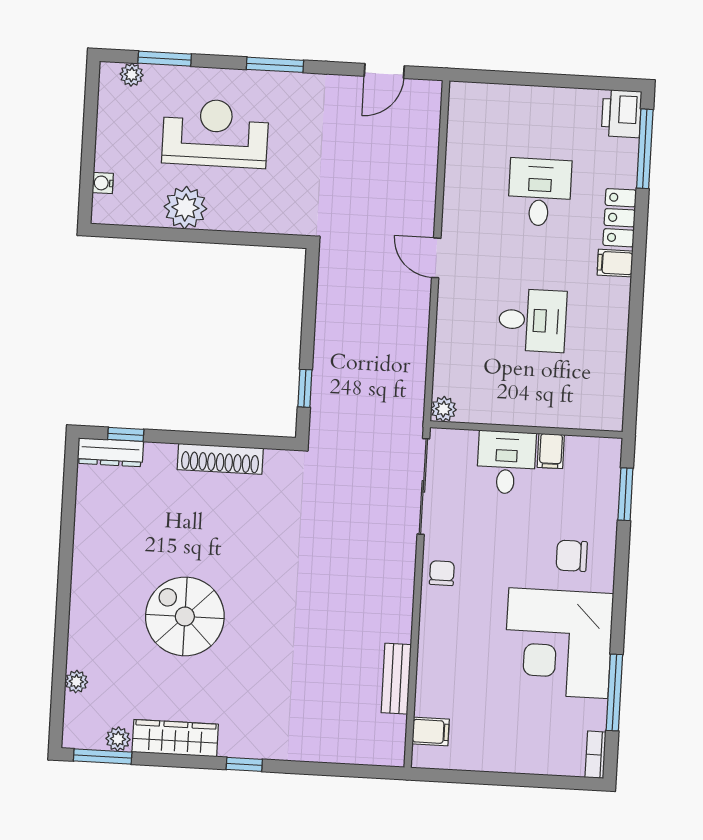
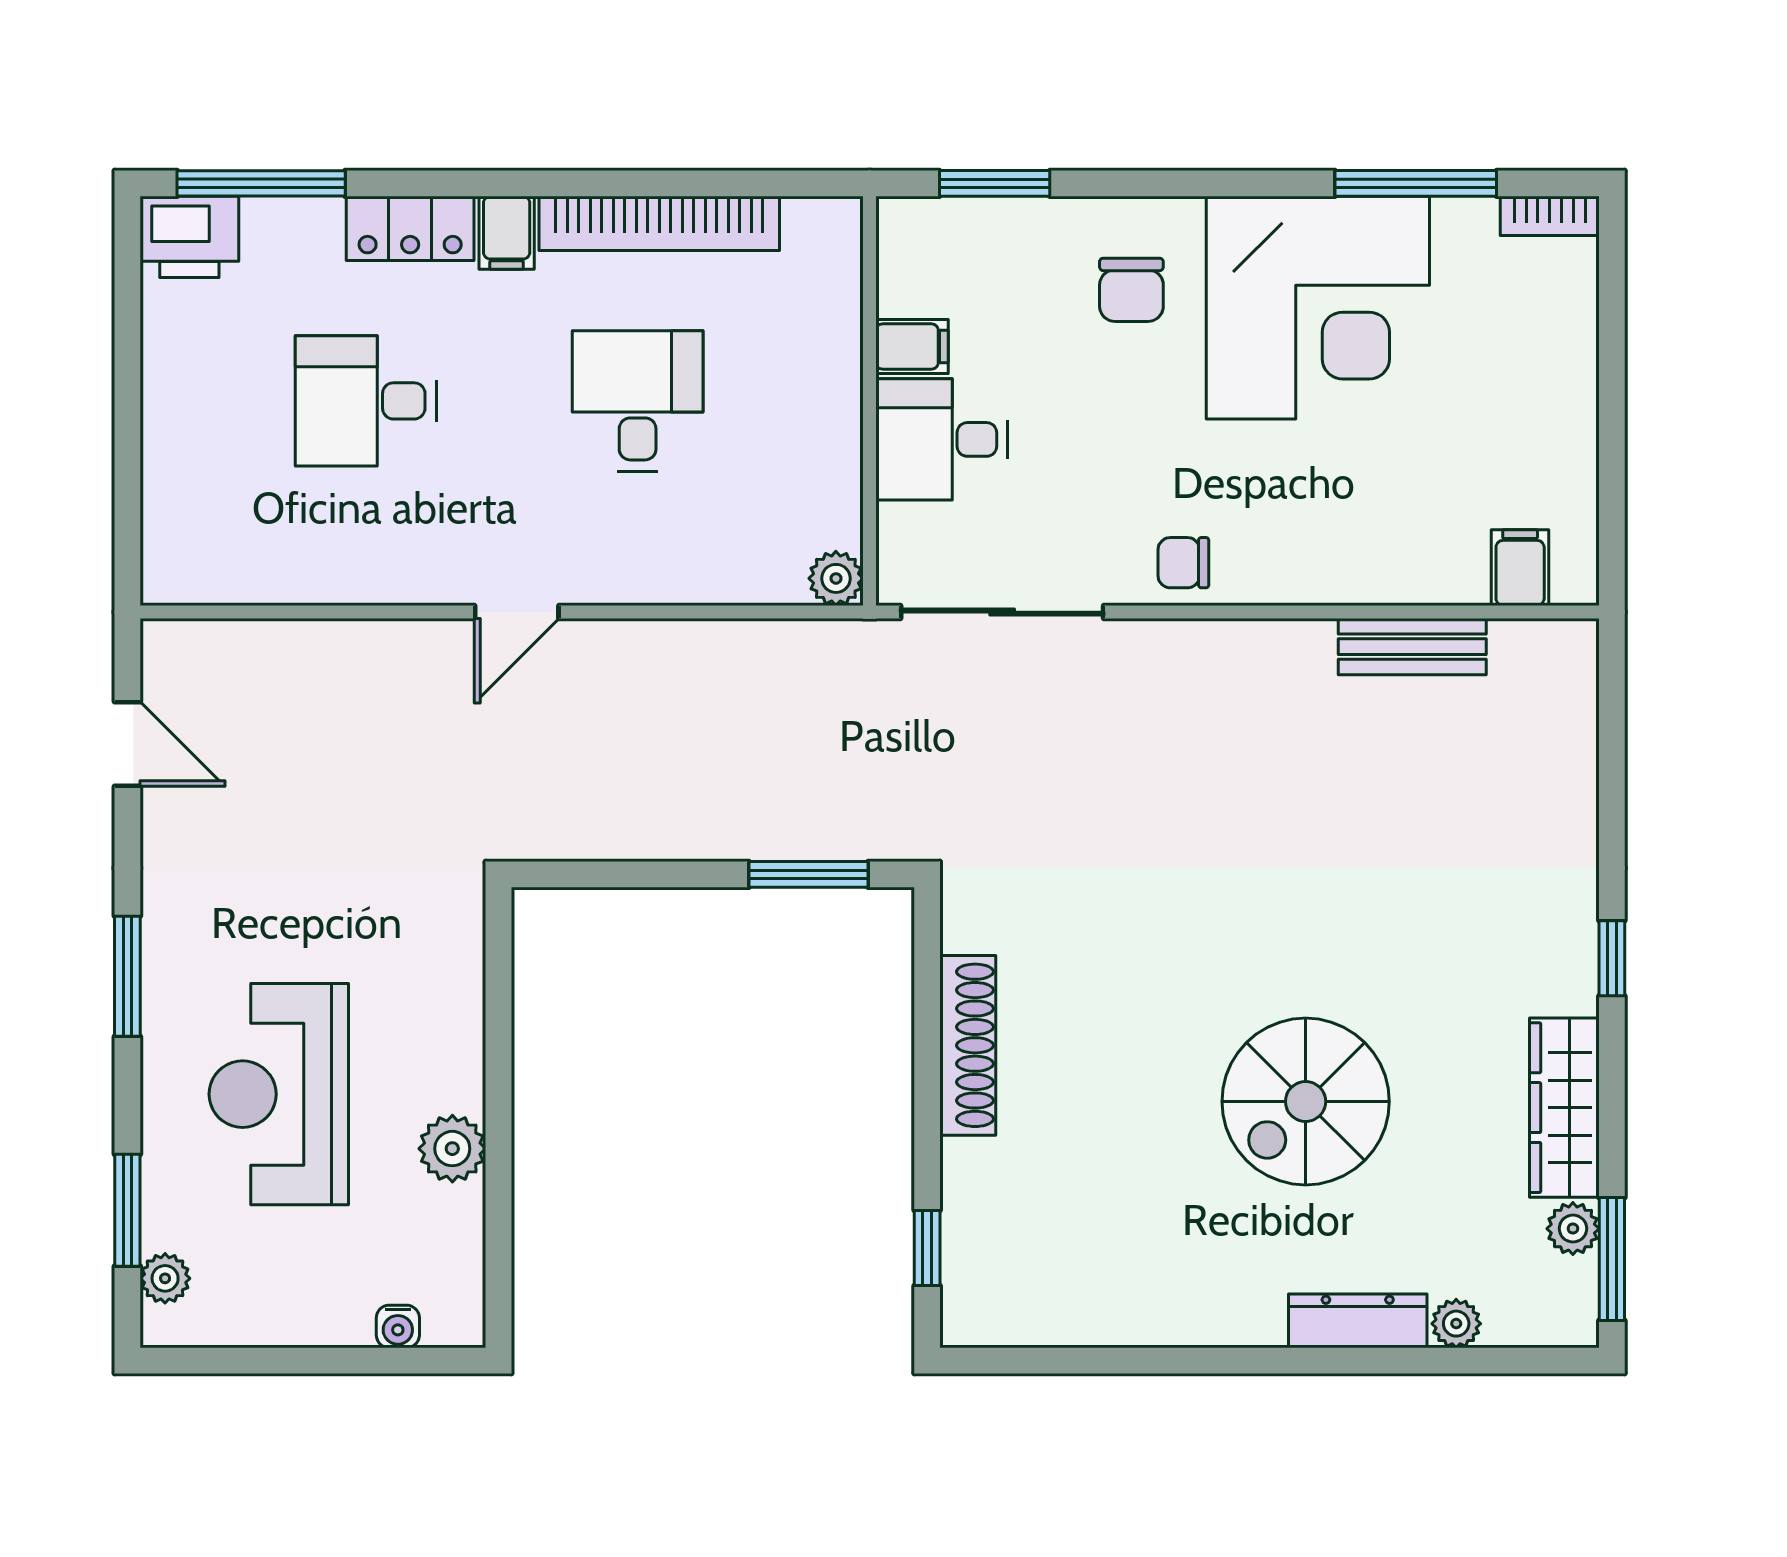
plant: (185, 208) -> (452, 1149), width x0.73, depth x0.73
bookcase: (615, 335) -> (659, 223), added
window: (305, 388) -> (809, 874), width x1.50
dresser: (110, 452) -> (1358, 1321), moved, turned -90

